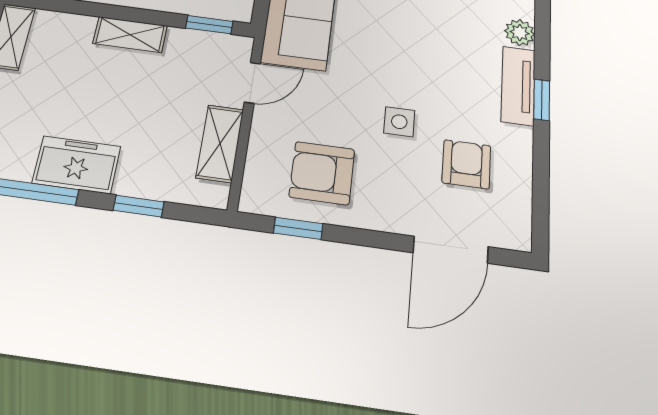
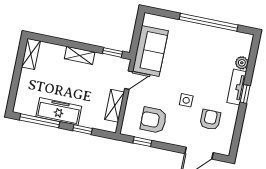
freezer: (77, 165) -> (59, 111), width x1.40

